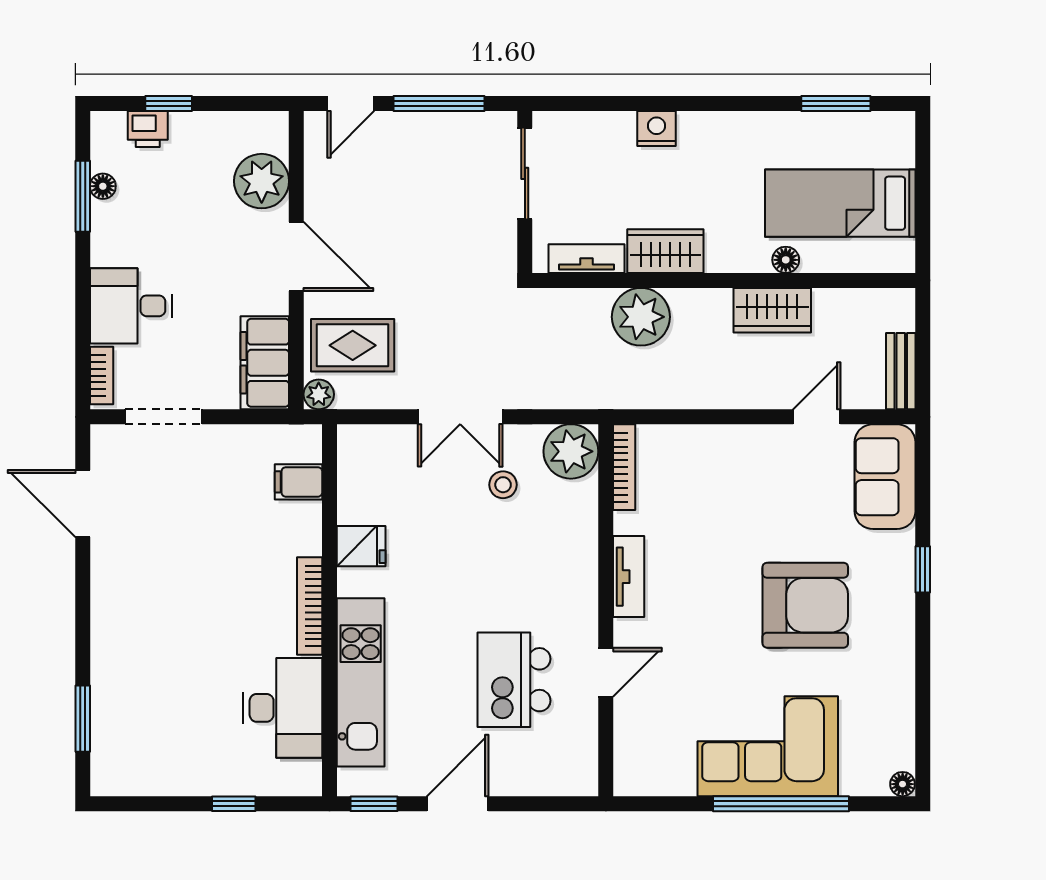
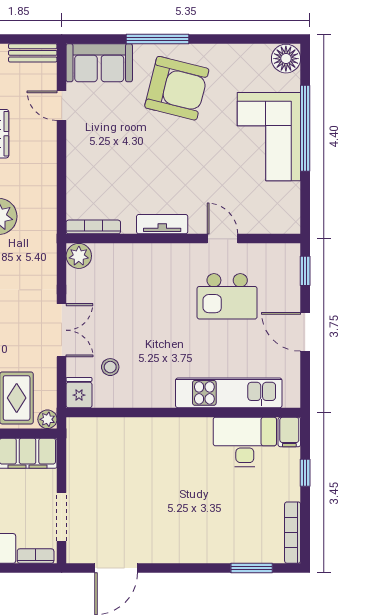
plant: (571, 451) -> (79, 256), width x0.73, depth x0.73
filing cabinet: (299, 482) -> (289, 432), moved
stool: (503, 485) -> (110, 367), moved
fridge: (361, 546) -> (79, 393), moved
window: (923, 569) -> (158, 39), width x2.17
armchair: (805, 605) -> (177, 88), moved, turned 104
bookcase: (310, 606) -> (293, 533), moved, turned 90
floor lamp: (903, 784) -> (286, 59), width x1.89, depth x1.89
window: (374, 804) -> (305, 271), moved

